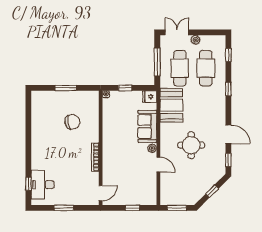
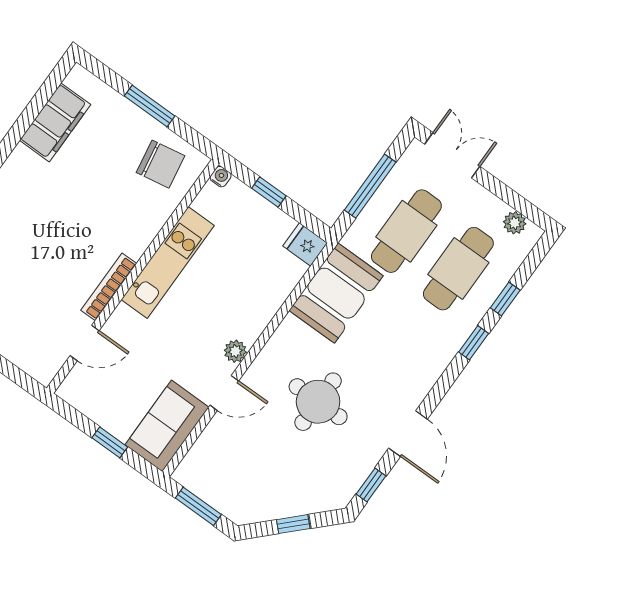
plant: (196, 40) -> (515, 223), moved
window: (228, 55) -> (505, 299), moved
filing cabinet: (39, 116) -> (55, 122), added
chair: (72, 122) -> (160, 164), moved
sofa: (147, 126) -> (167, 426), moved
kitchen unit: (109, 135) -> (168, 262), added
door: (158, 164) -> (224, 393), hinge flipped
door: (101, 193) -> (85, 343), moved

